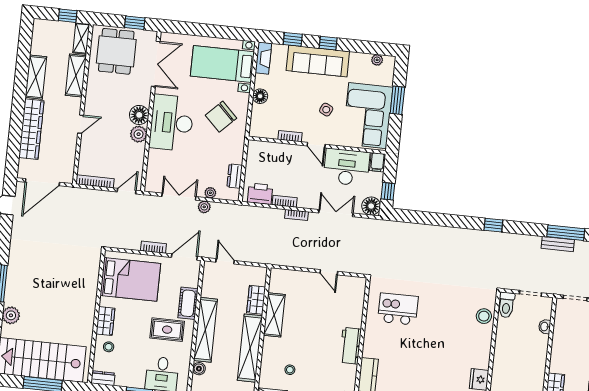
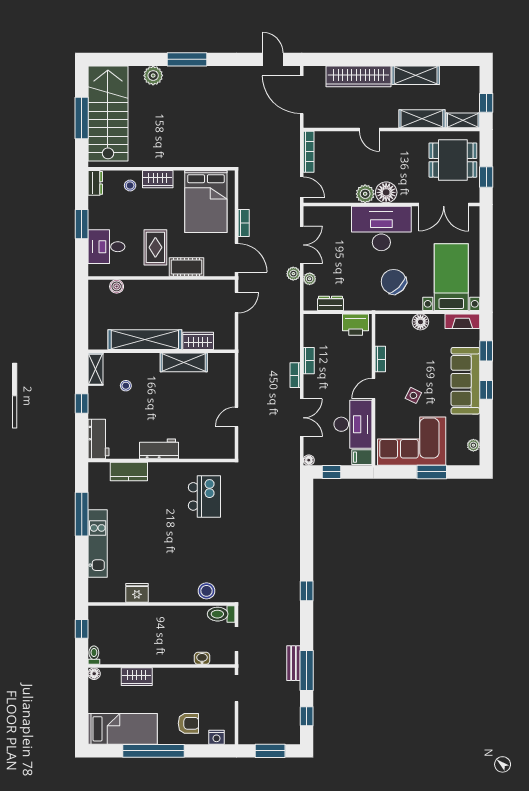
printer: (260, 194) -> (356, 325), moved, turned 90
floor lamp: (371, 206) -> (309, 460), width x0.53, depth x0.53
shelving: (205, 330) -> (160, 289), removed

